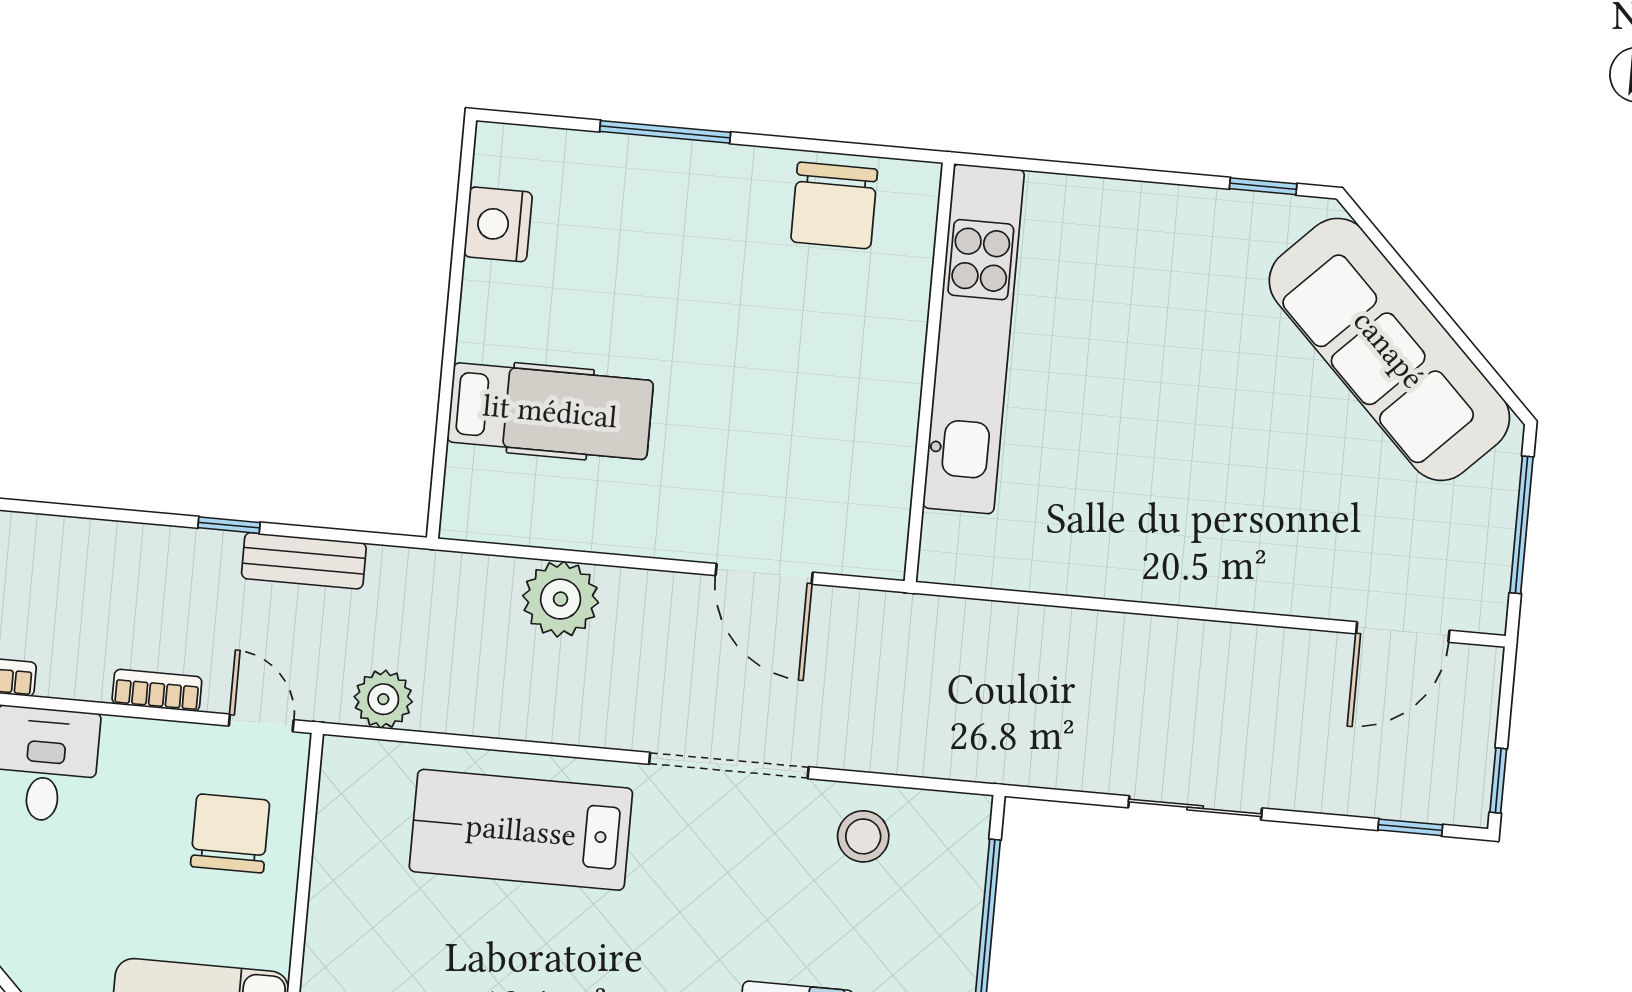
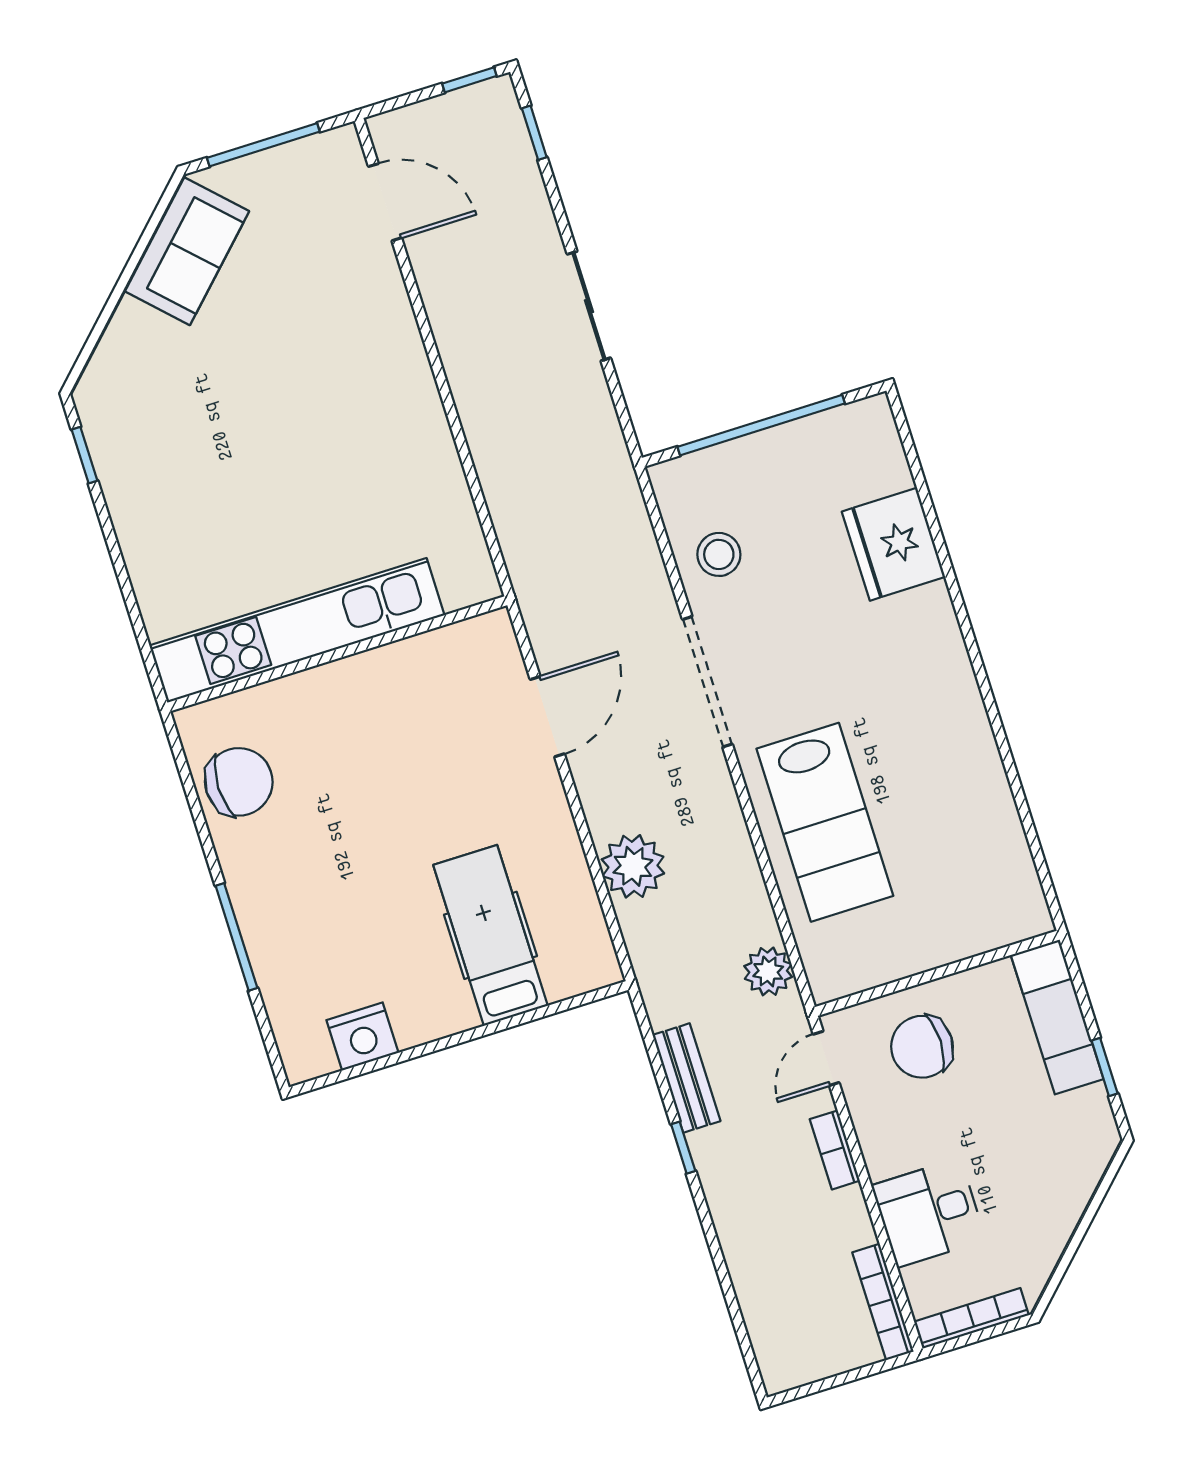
sofa: (1389, 349) -> (187, 251), width x0.54, depth x0.79

